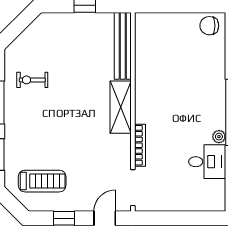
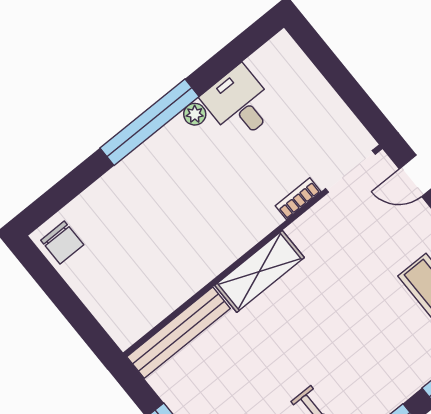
bookcase: (140, 145) -> (298, 199), width x0.64

